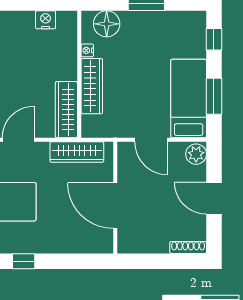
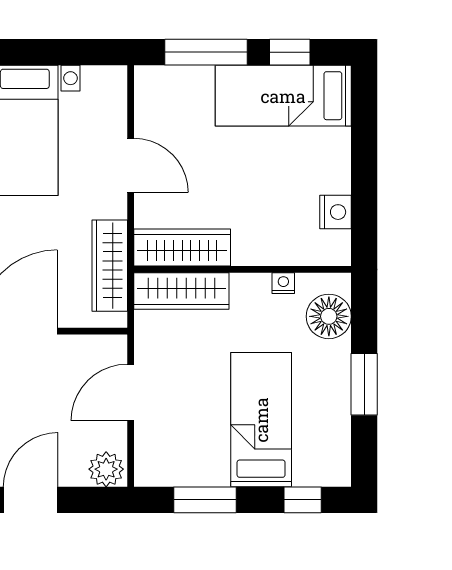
wardrobe: (92, 86) -> (181, 291), moved
bed: (189, 99) -> (261, 420), moved, turned -90

